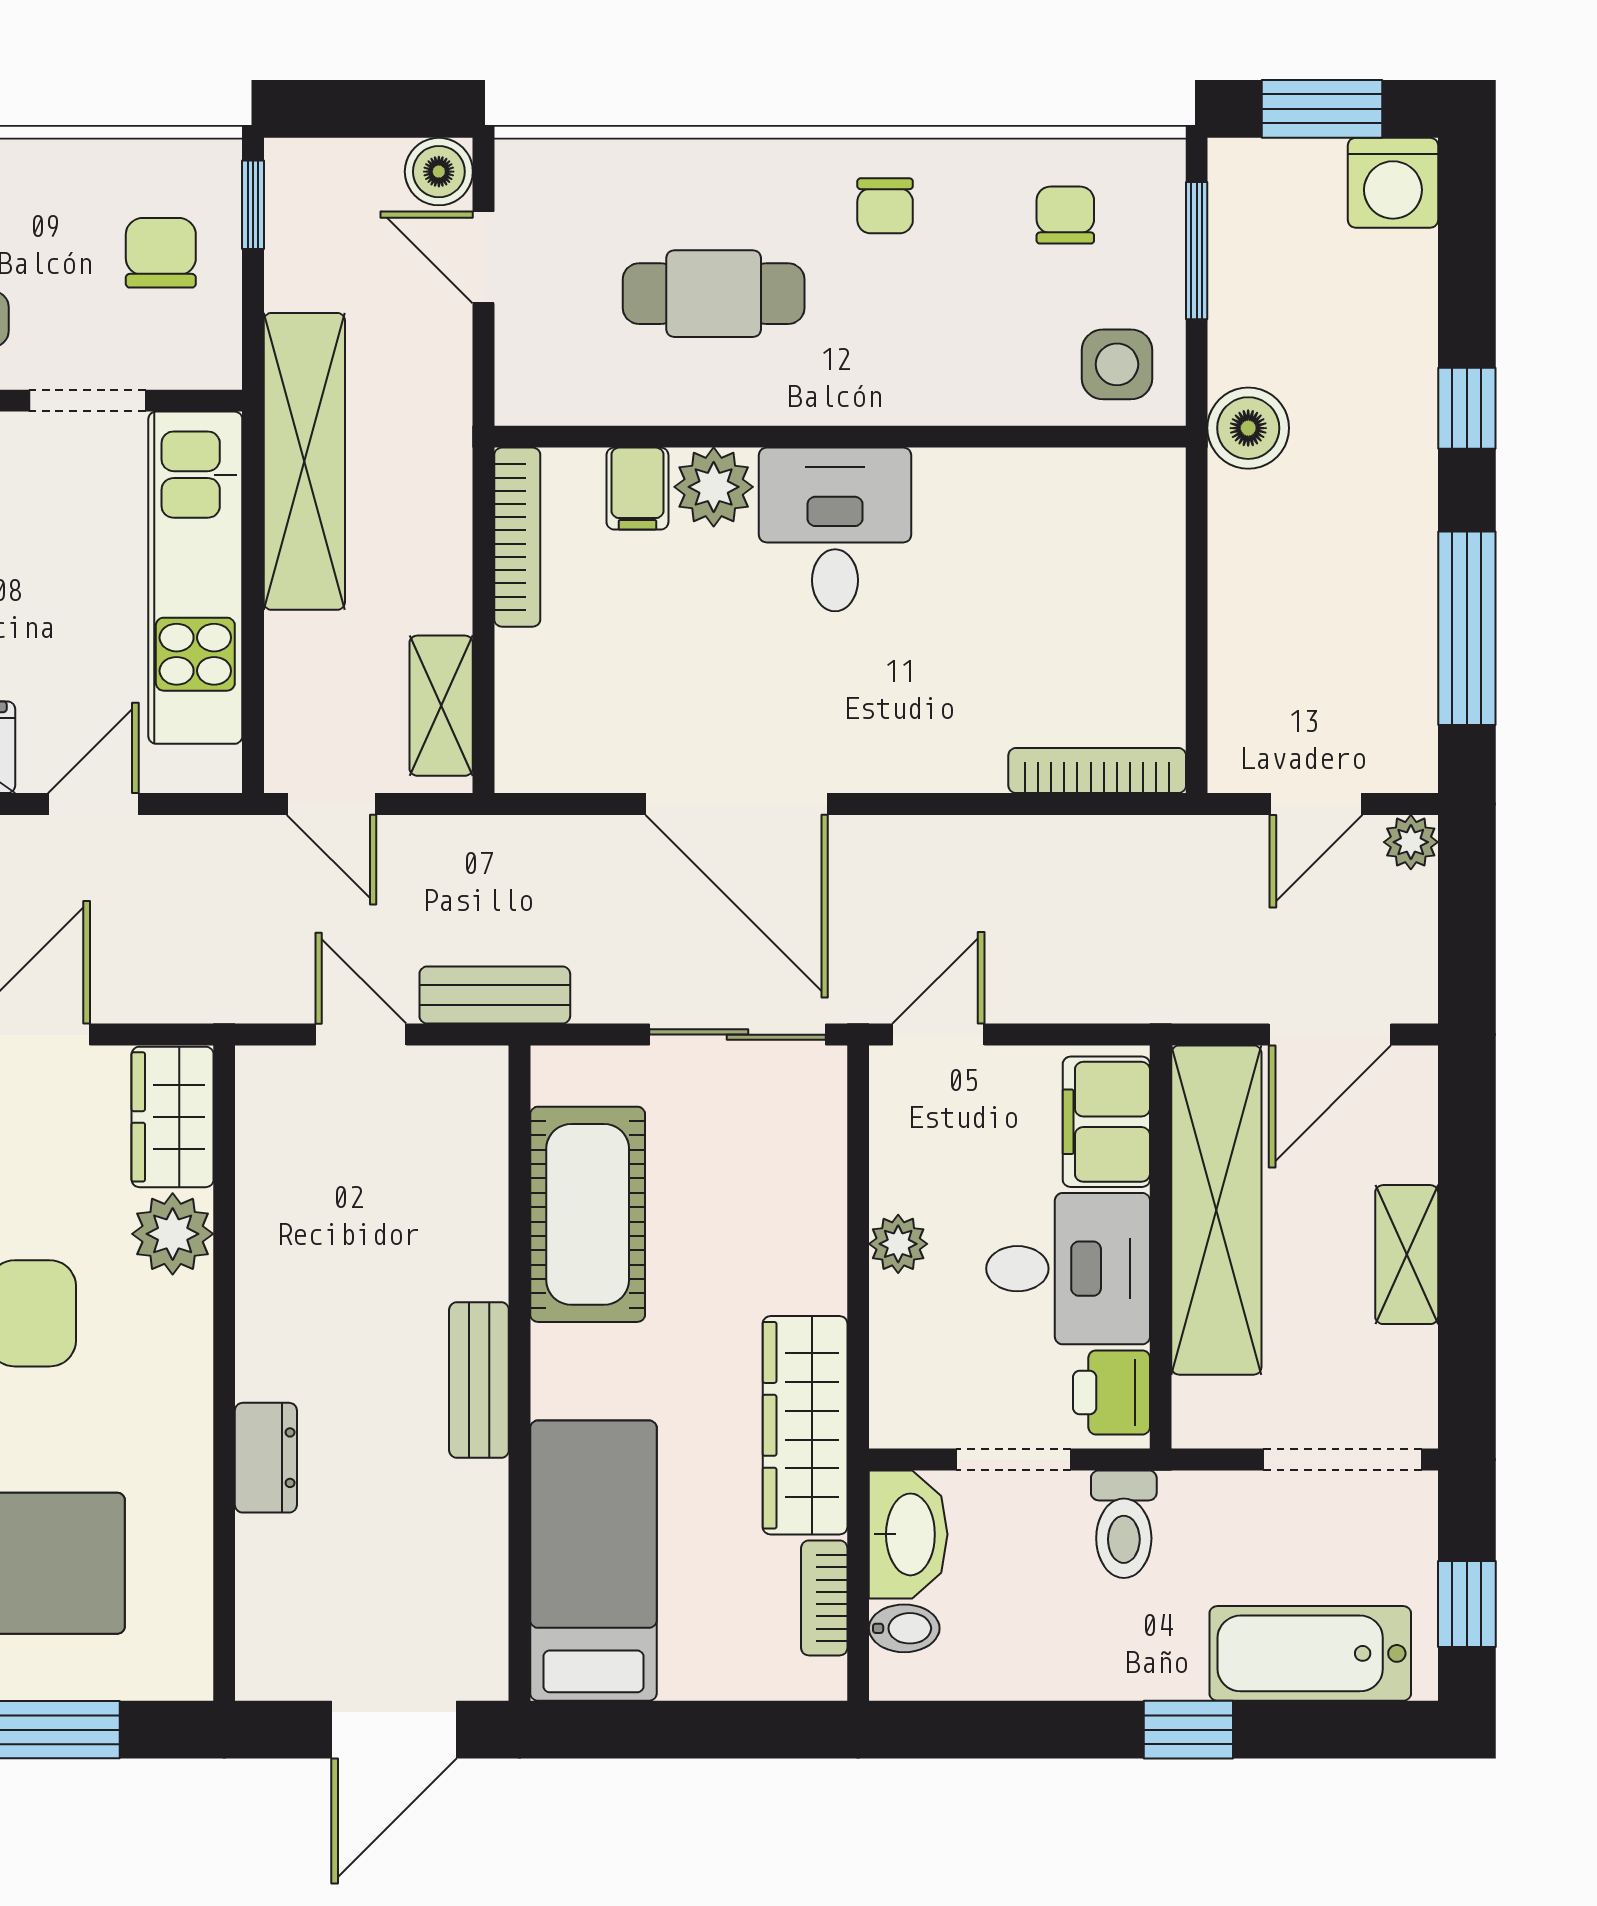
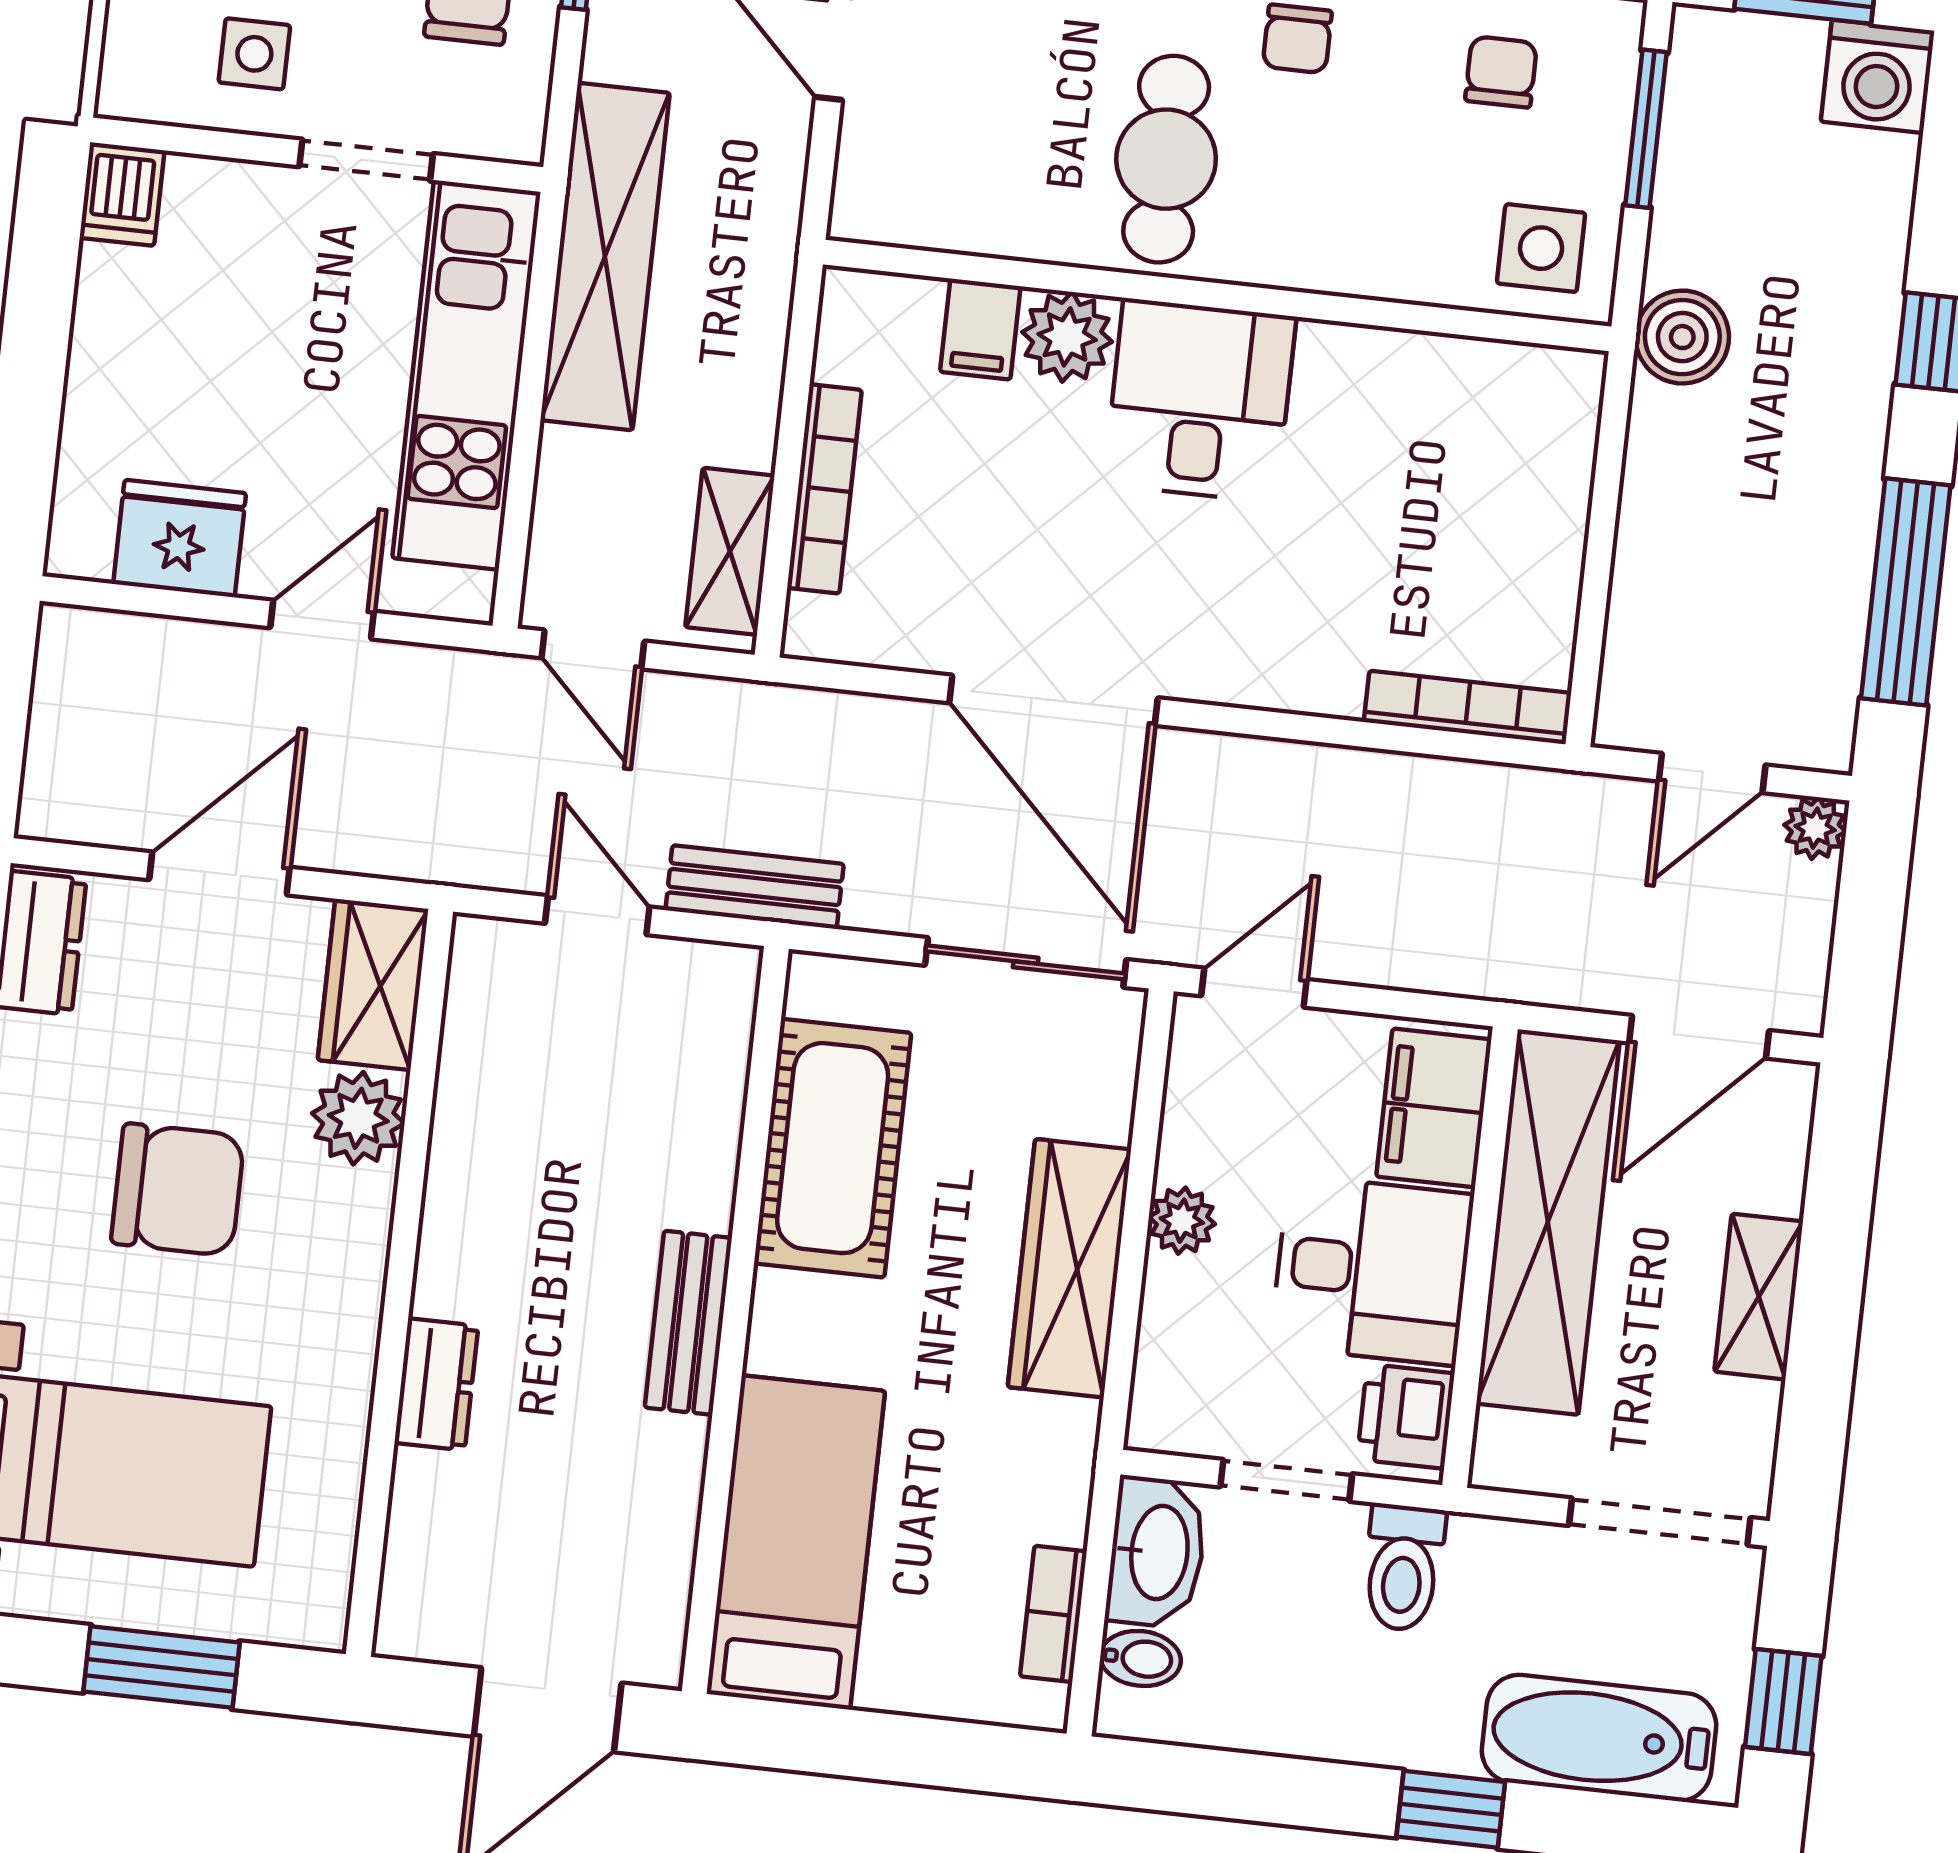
cafe table: (714, 294) -> (1166, 159), moved, turned 90
bookcase: (517, 537) -> (824, 489), moved
wardrobe: (805, 1425) -> (1069, 1268), moved

